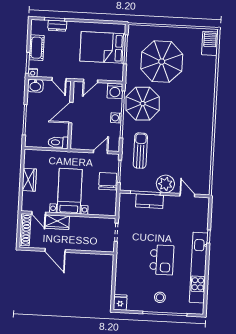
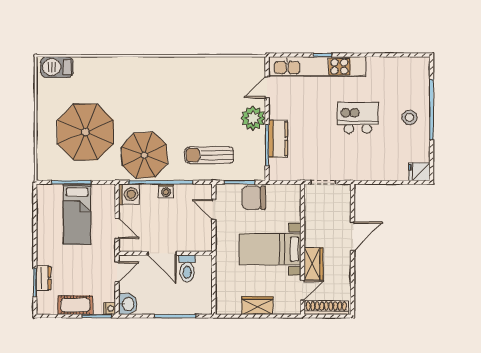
bed: (103, 47) -> (77, 214), width x0.67
toilet: (58, 142) -> (187, 268), moved
door: (55, 250) -> (352, 236), moved
kitchen unit: (199, 268) -> (317, 67), moved

